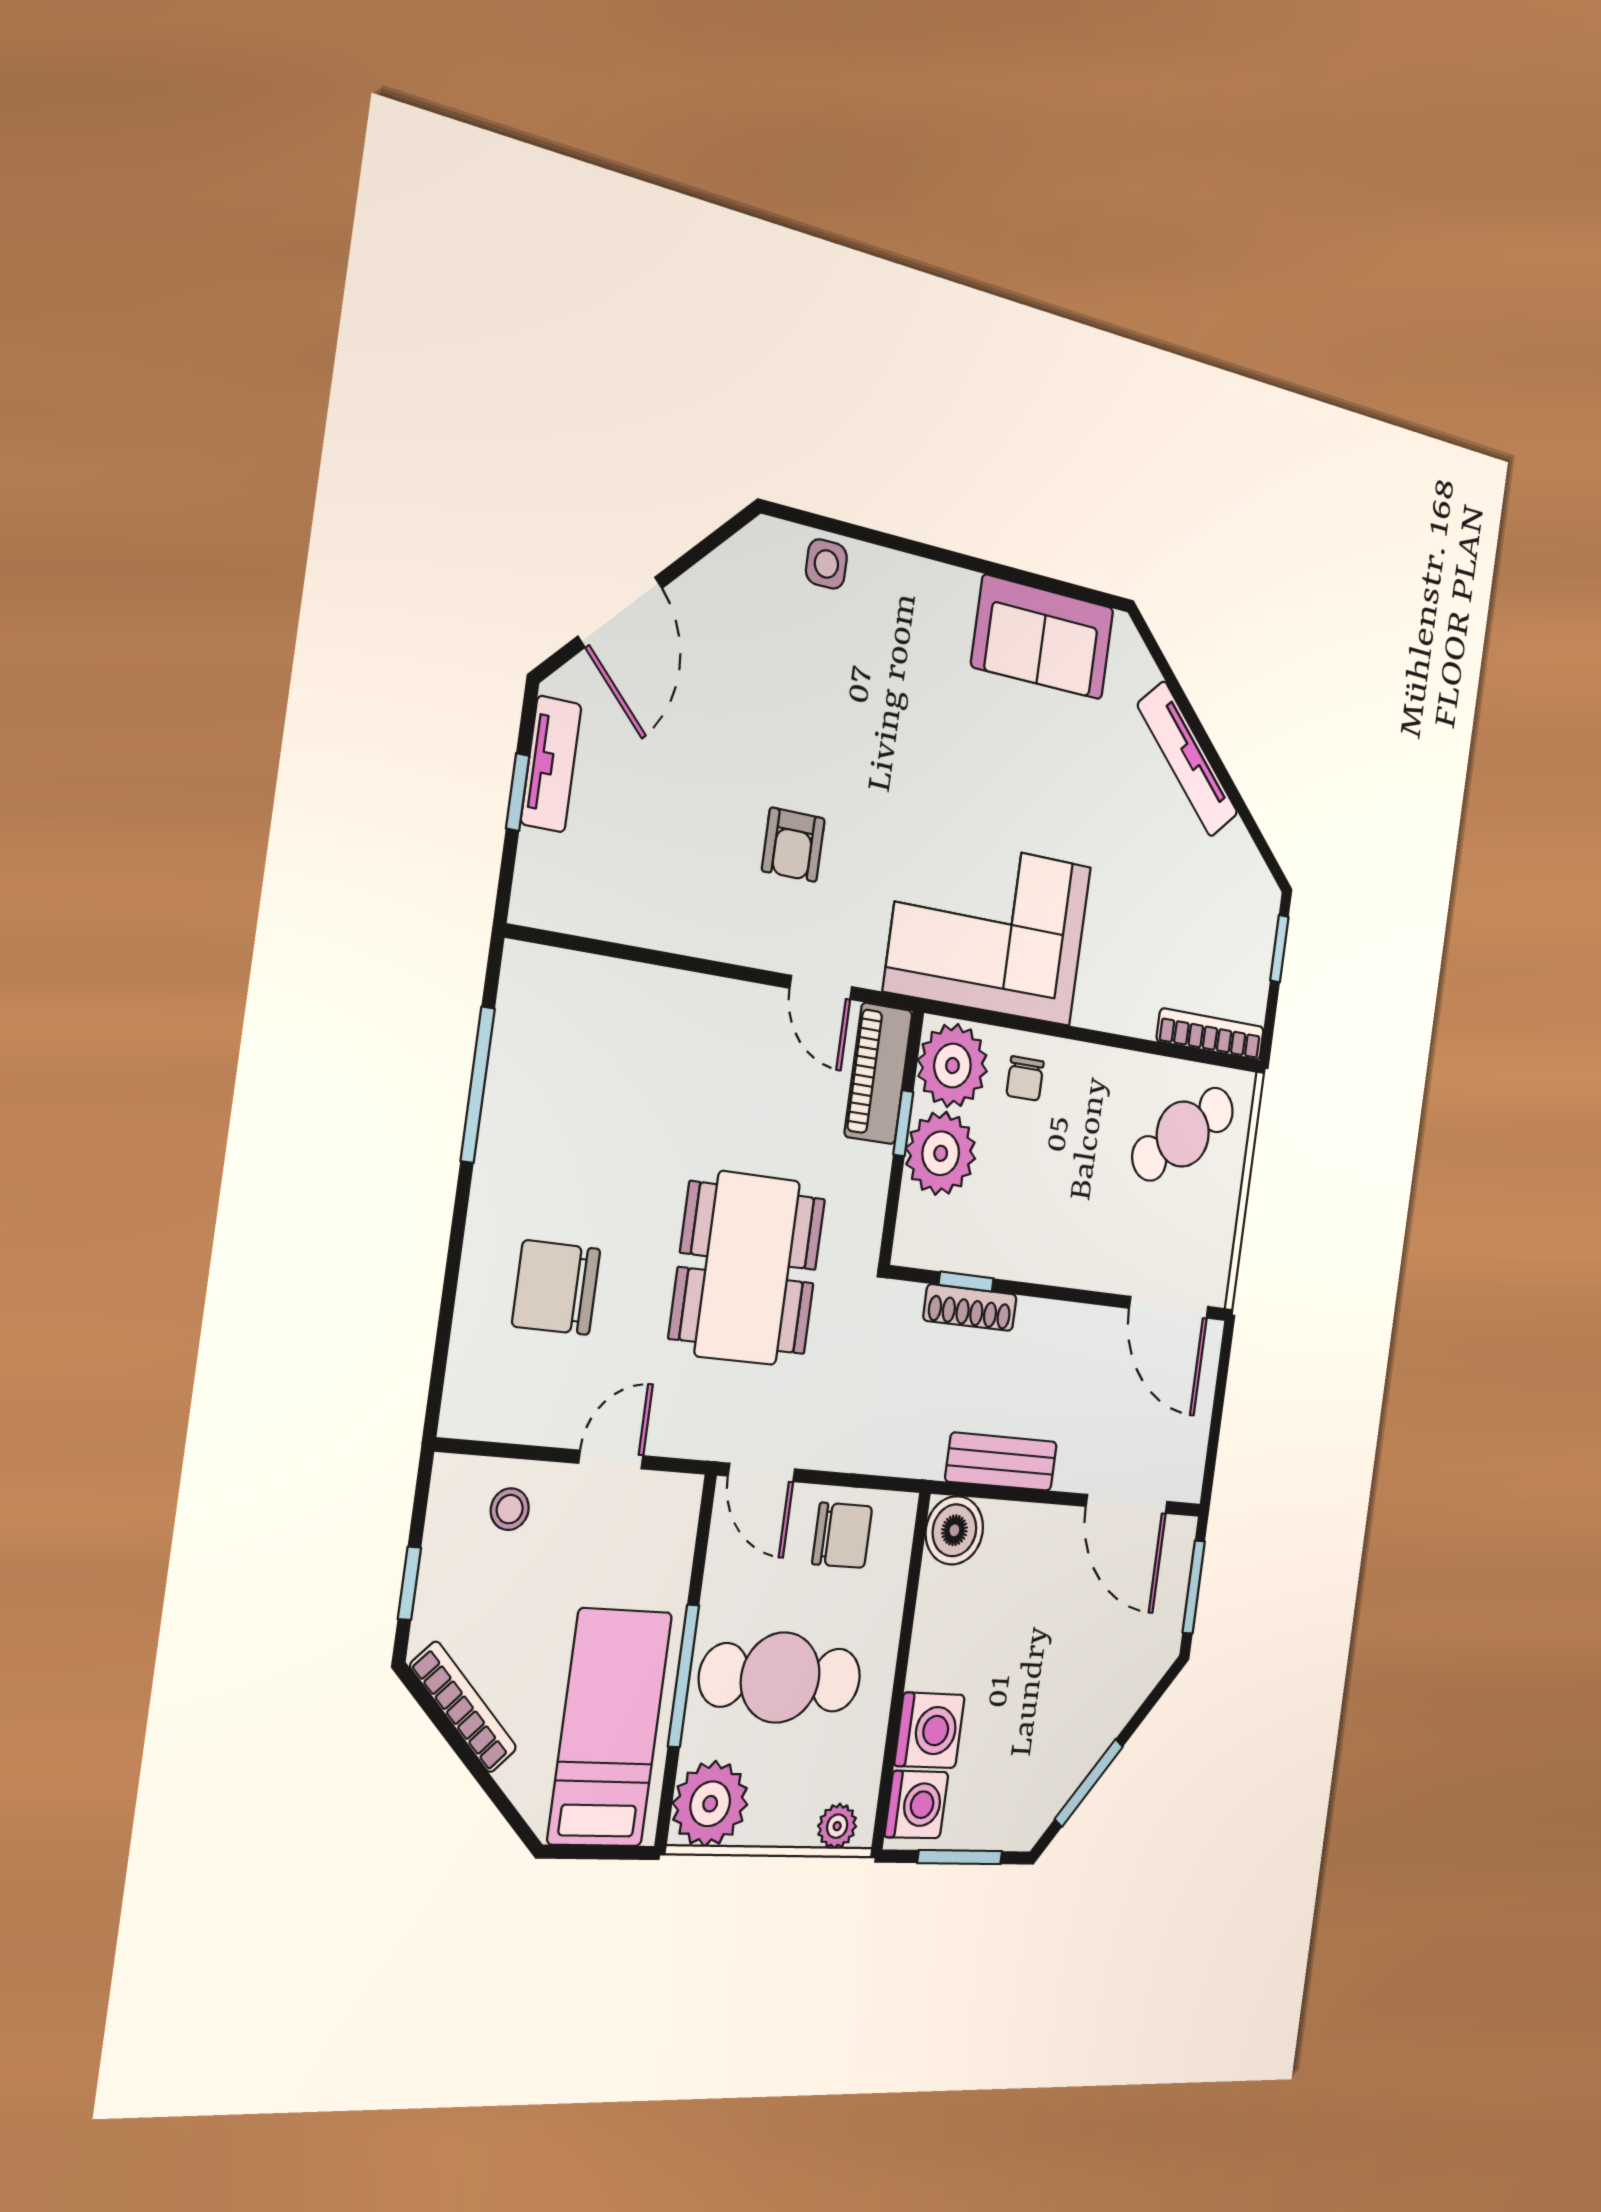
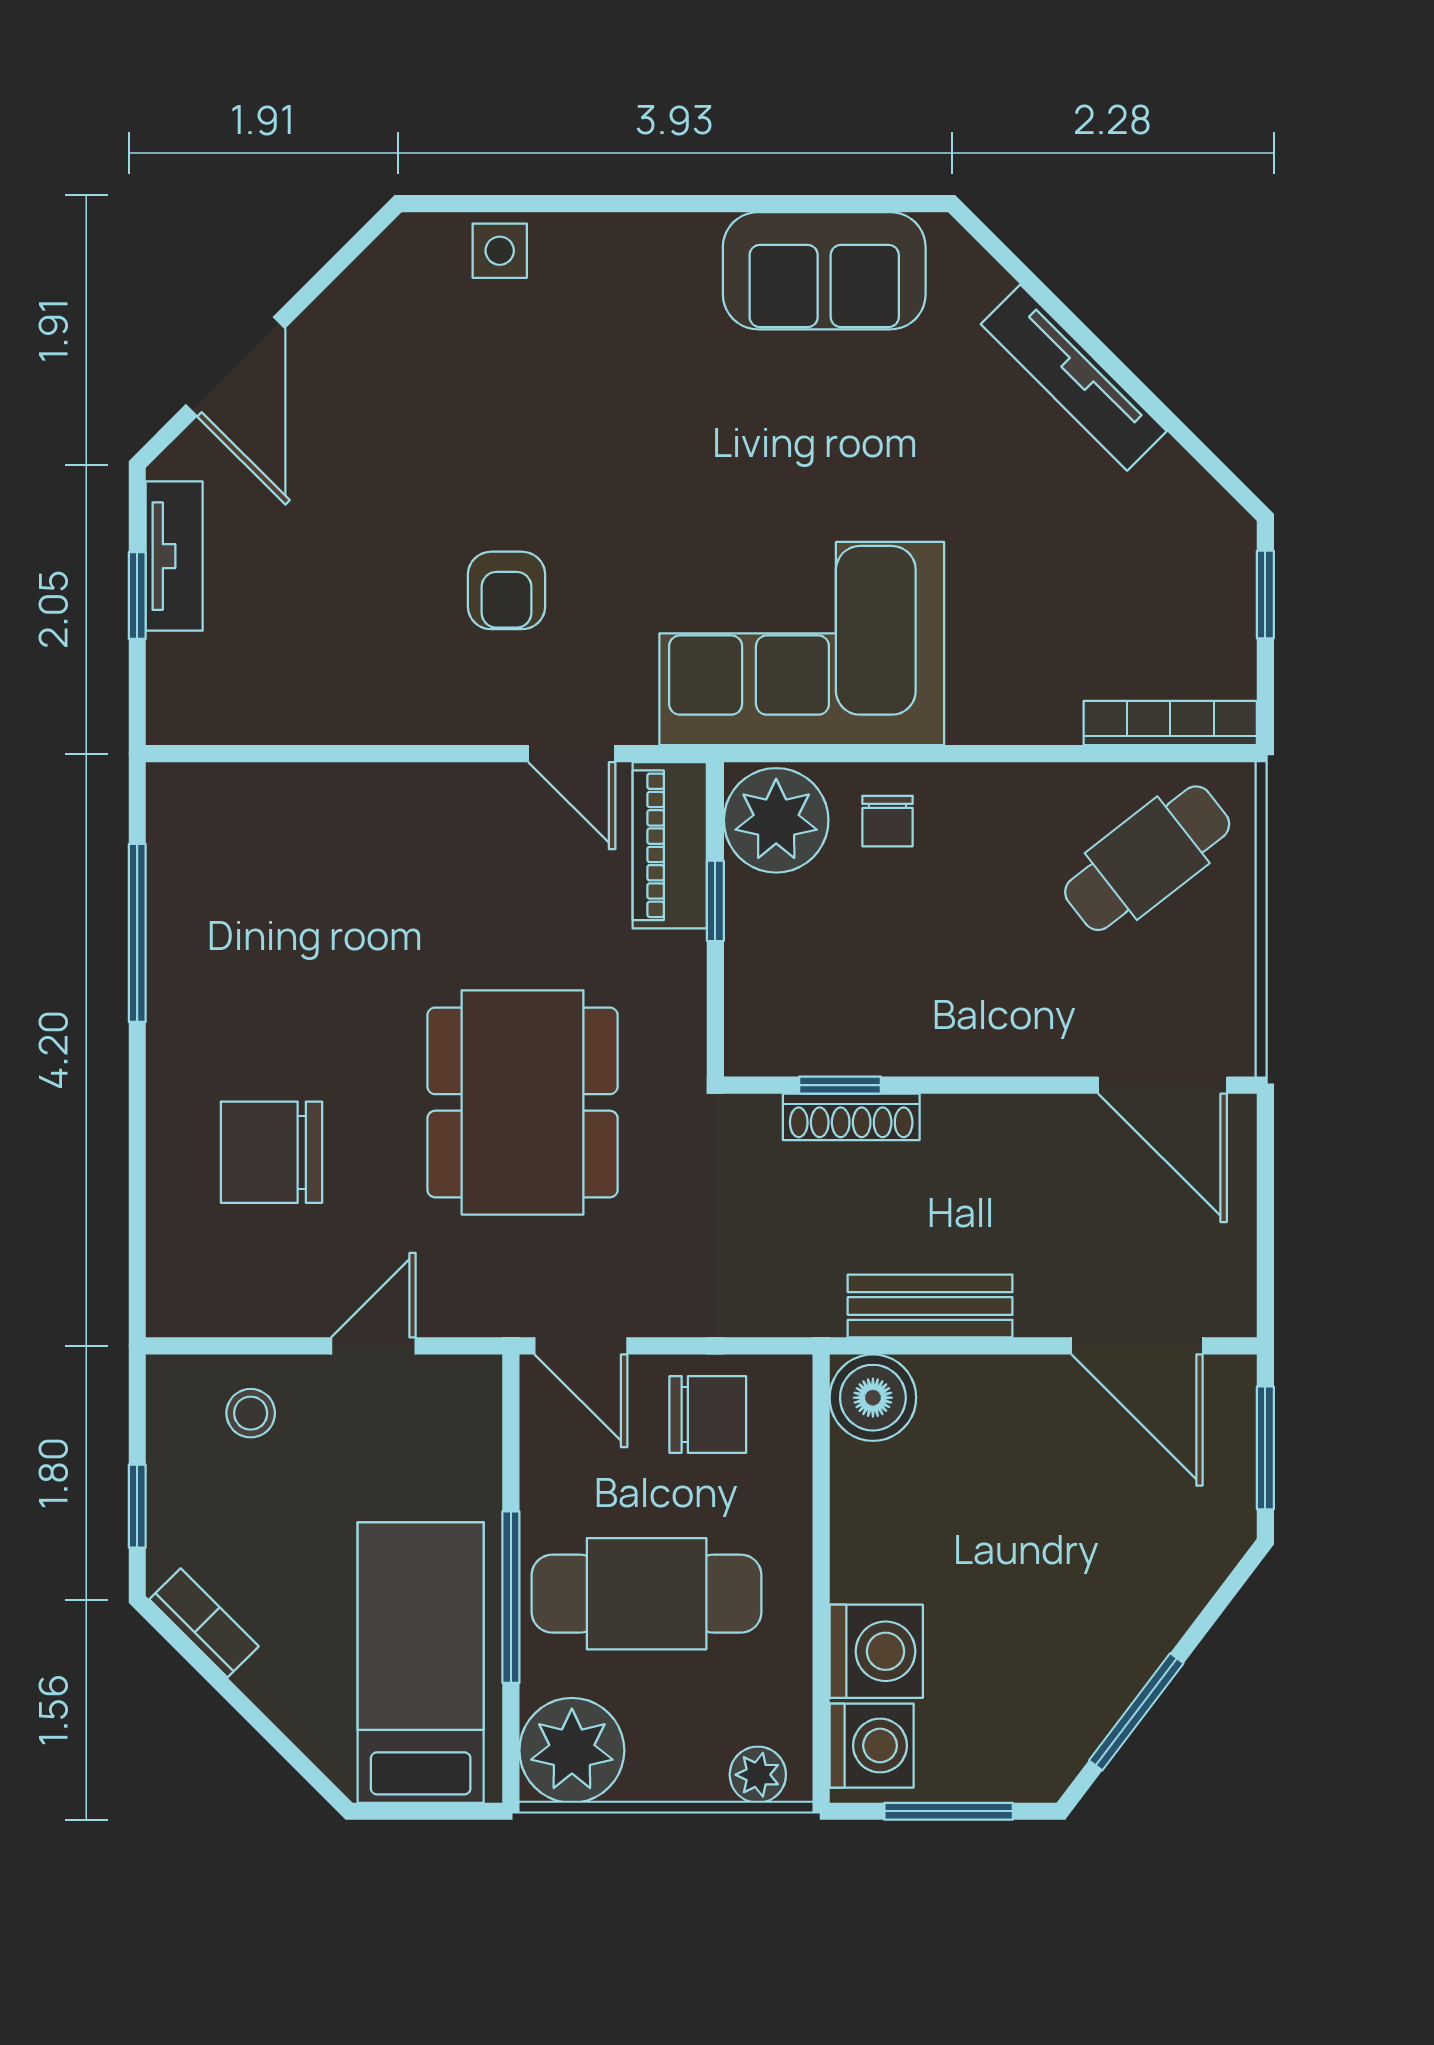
plant: (941, 1153) -> (776, 931), removed
bookcase: (463, 1707) -> (204, 1623), width x0.64

